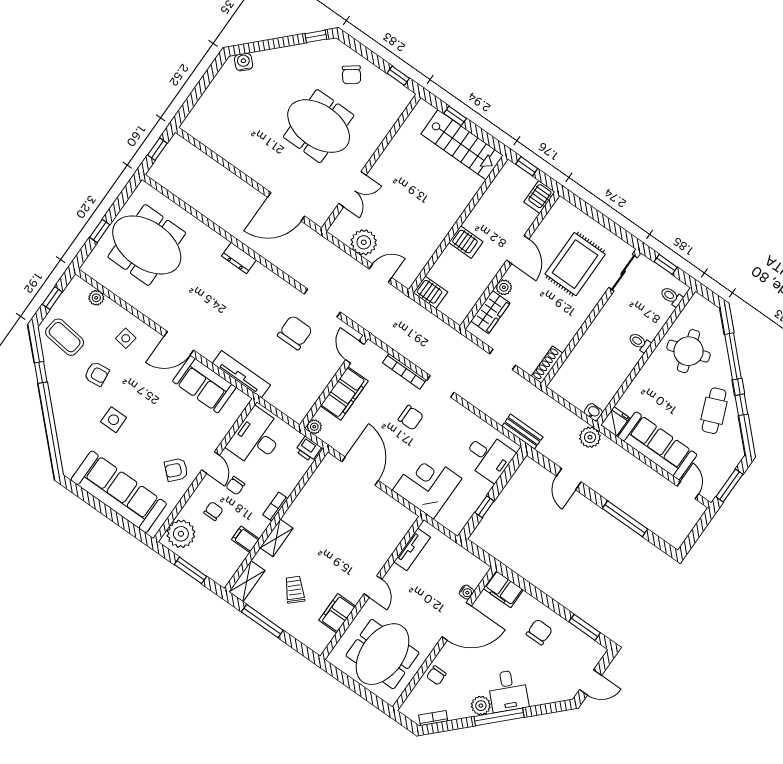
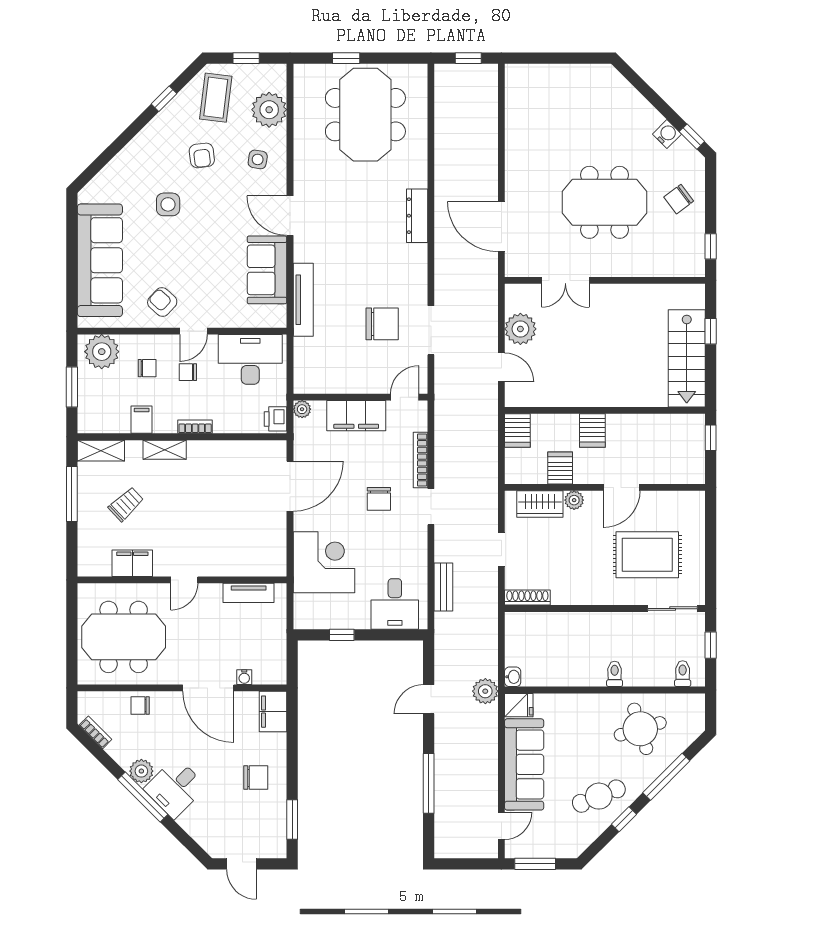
water cooler: (244, 62) -> (667, 134), moved
meeting table: (319, 126) -> (604, 202), turned 90
server rack: (539, 197) -> (560, 468), moved, turned 90
dresser: (239, 258) -> (417, 216), width x1.44
plant: (96, 298) -> (269, 110), width x1.87, depth x1.87
bench: (522, 432) -> (443, 587), moved

